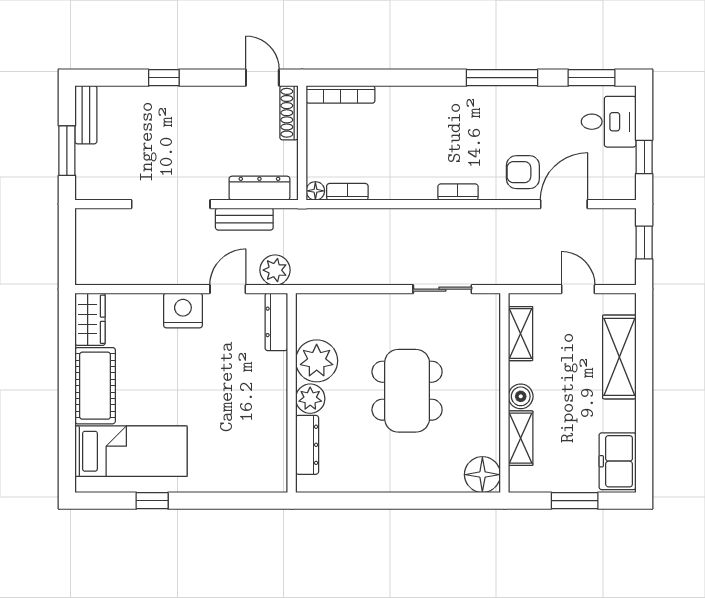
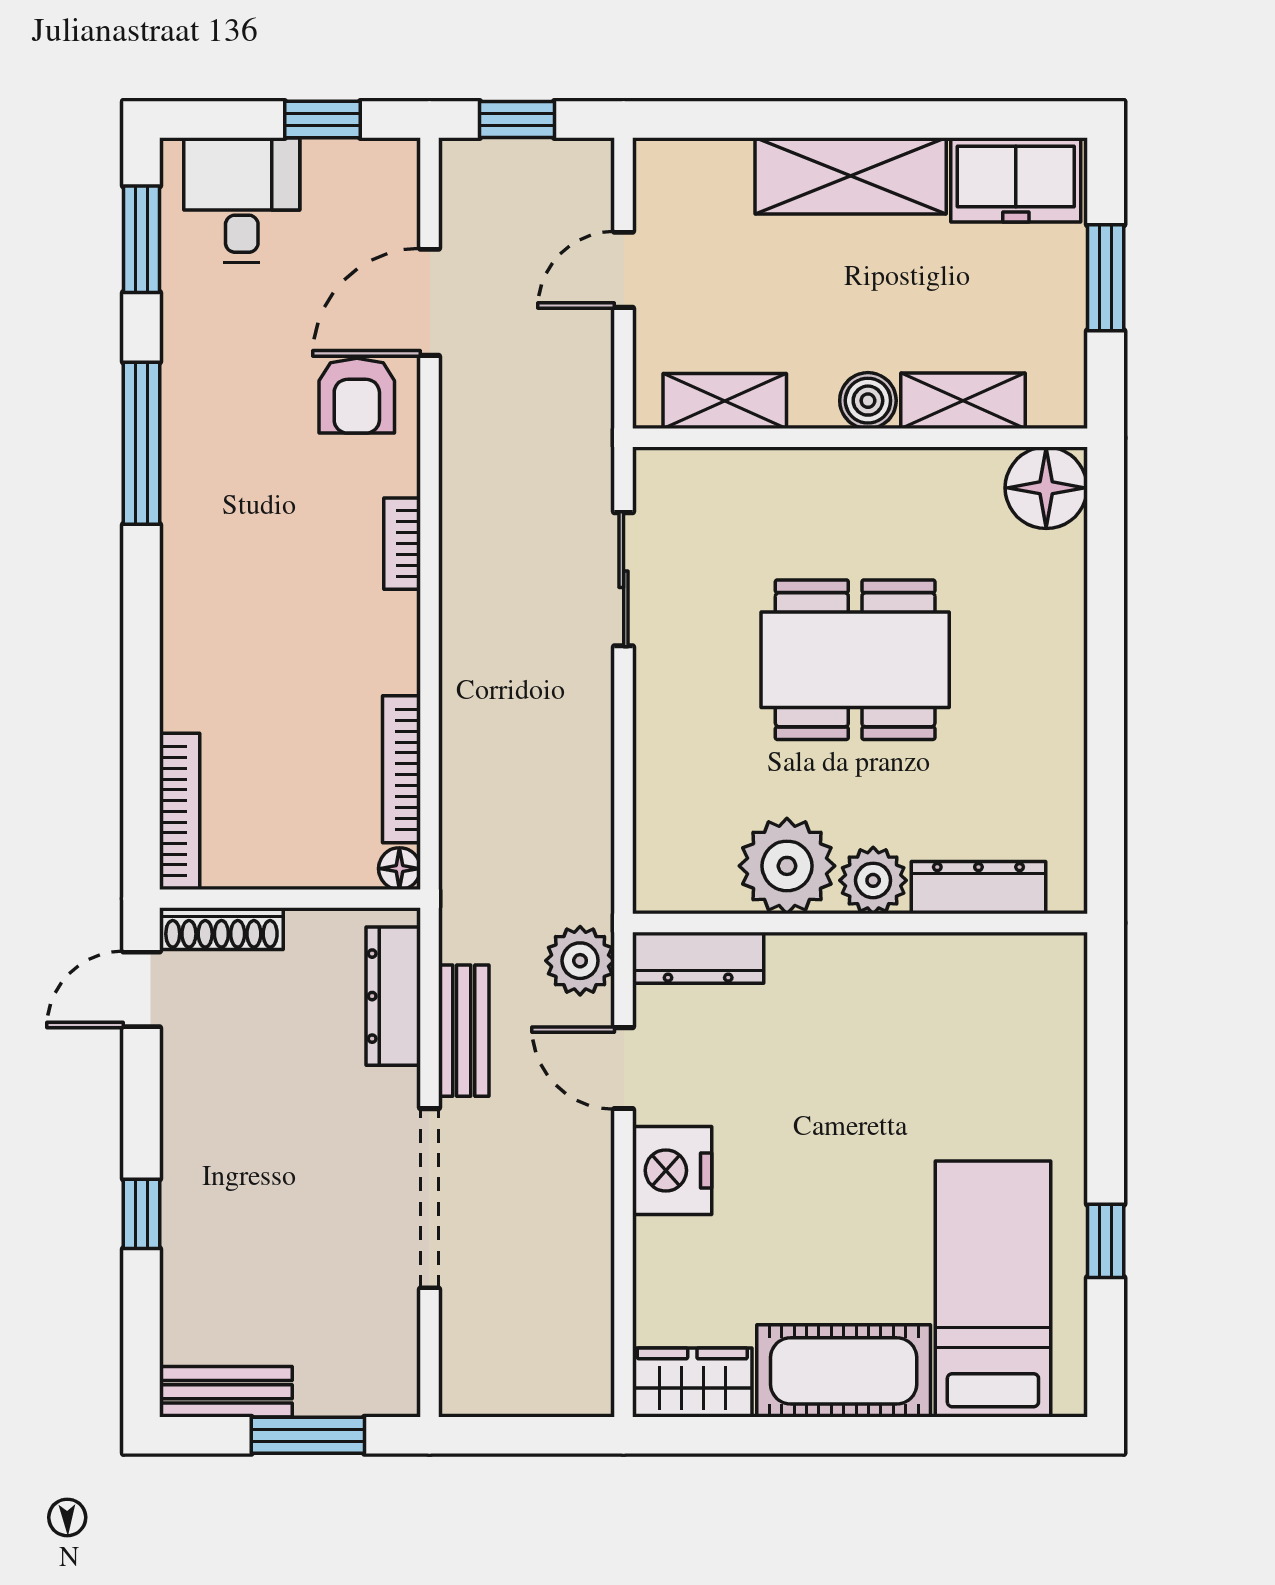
bookcase: (347, 192) -> (402, 769), width x1.56
door: (564, 204) -> (430, 302), hinge flipped
shelving: (619, 357) -> (851, 176), moved

